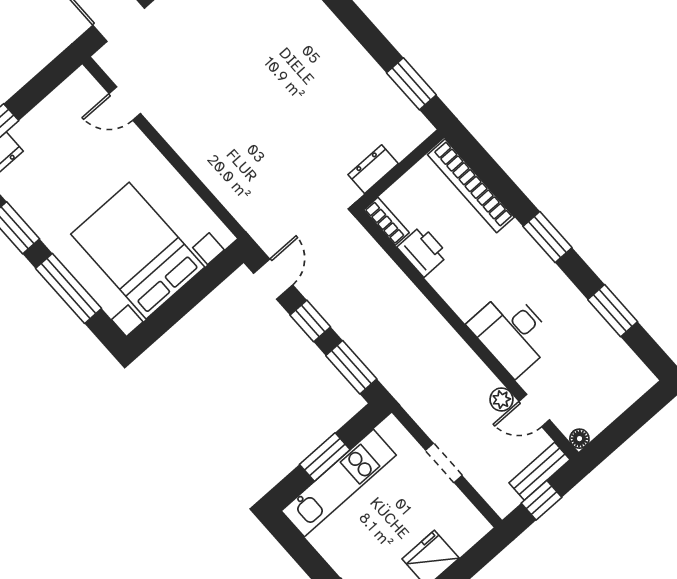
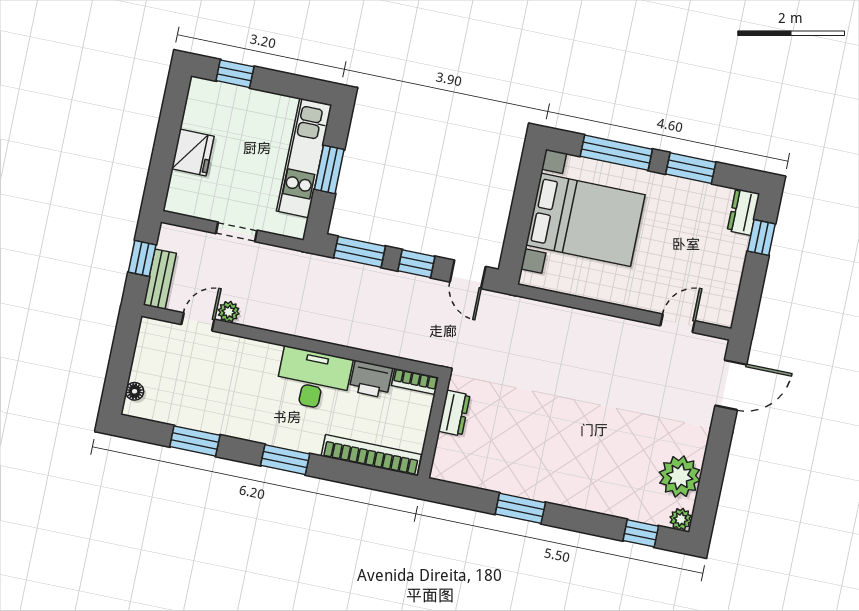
window: (411, 84) -> (520, 508), moved
desk: (512, 333) -> (313, 379), moved
floor lamp: (579, 439) -> (135, 391), moved

